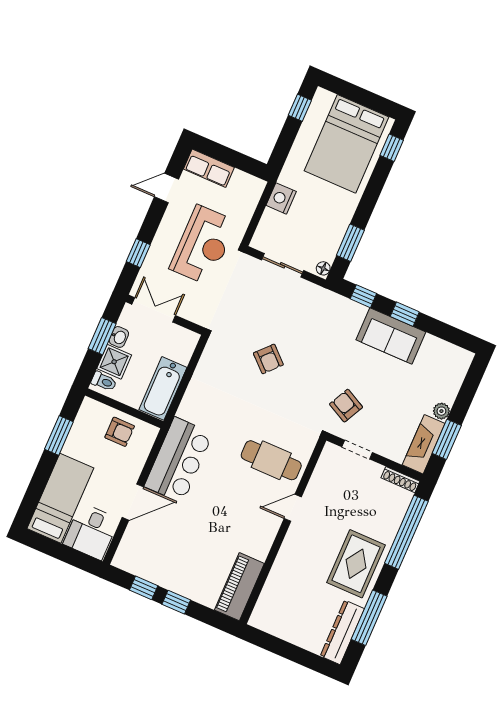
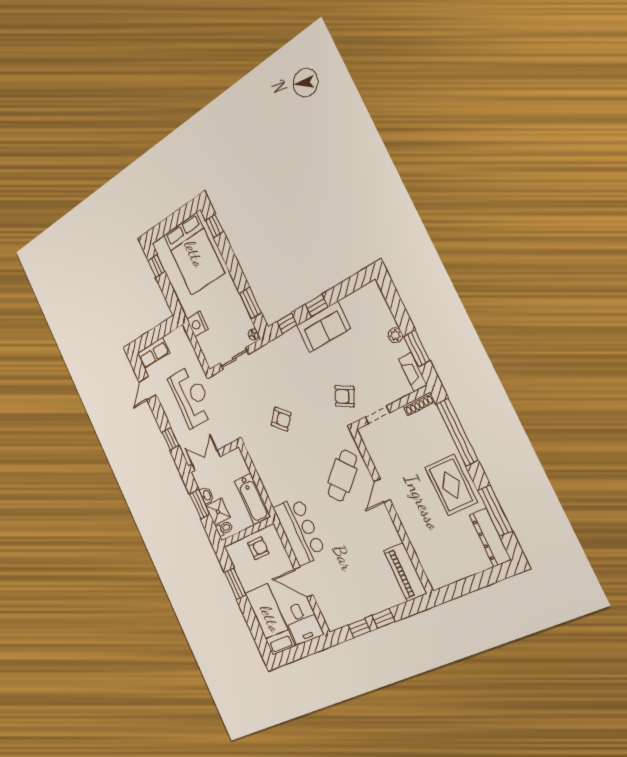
fireplace: (424, 444) -> (413, 372), width x0.73, depth x0.76
cafe table: (271, 460) -> (342, 476), turned -42
door: (133, 502) -> (304, 582), swing flipped

